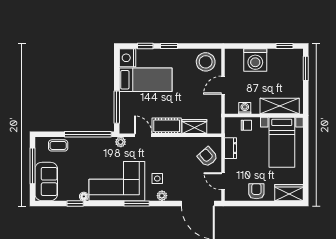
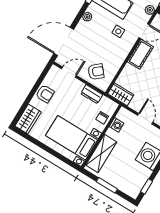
window: (306, 68) -> (107, 185), moved
wardrobe: (194, 127) -> (121, 94), moved, turned -90
side table: (157, 179) -> (118, 31), moved

